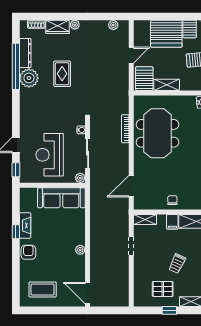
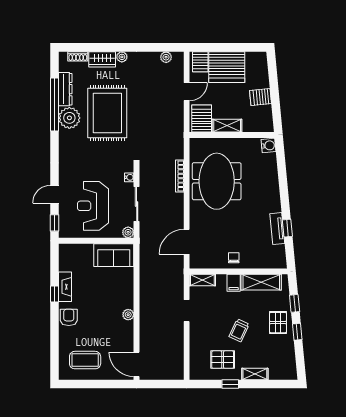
server rack: (189, 29) -> (200, 62), moved
rug: (62, 74) -> (107, 113), width x1.86, depth x2.06
sofa: (61, 198) -> (114, 255), width x0.73

